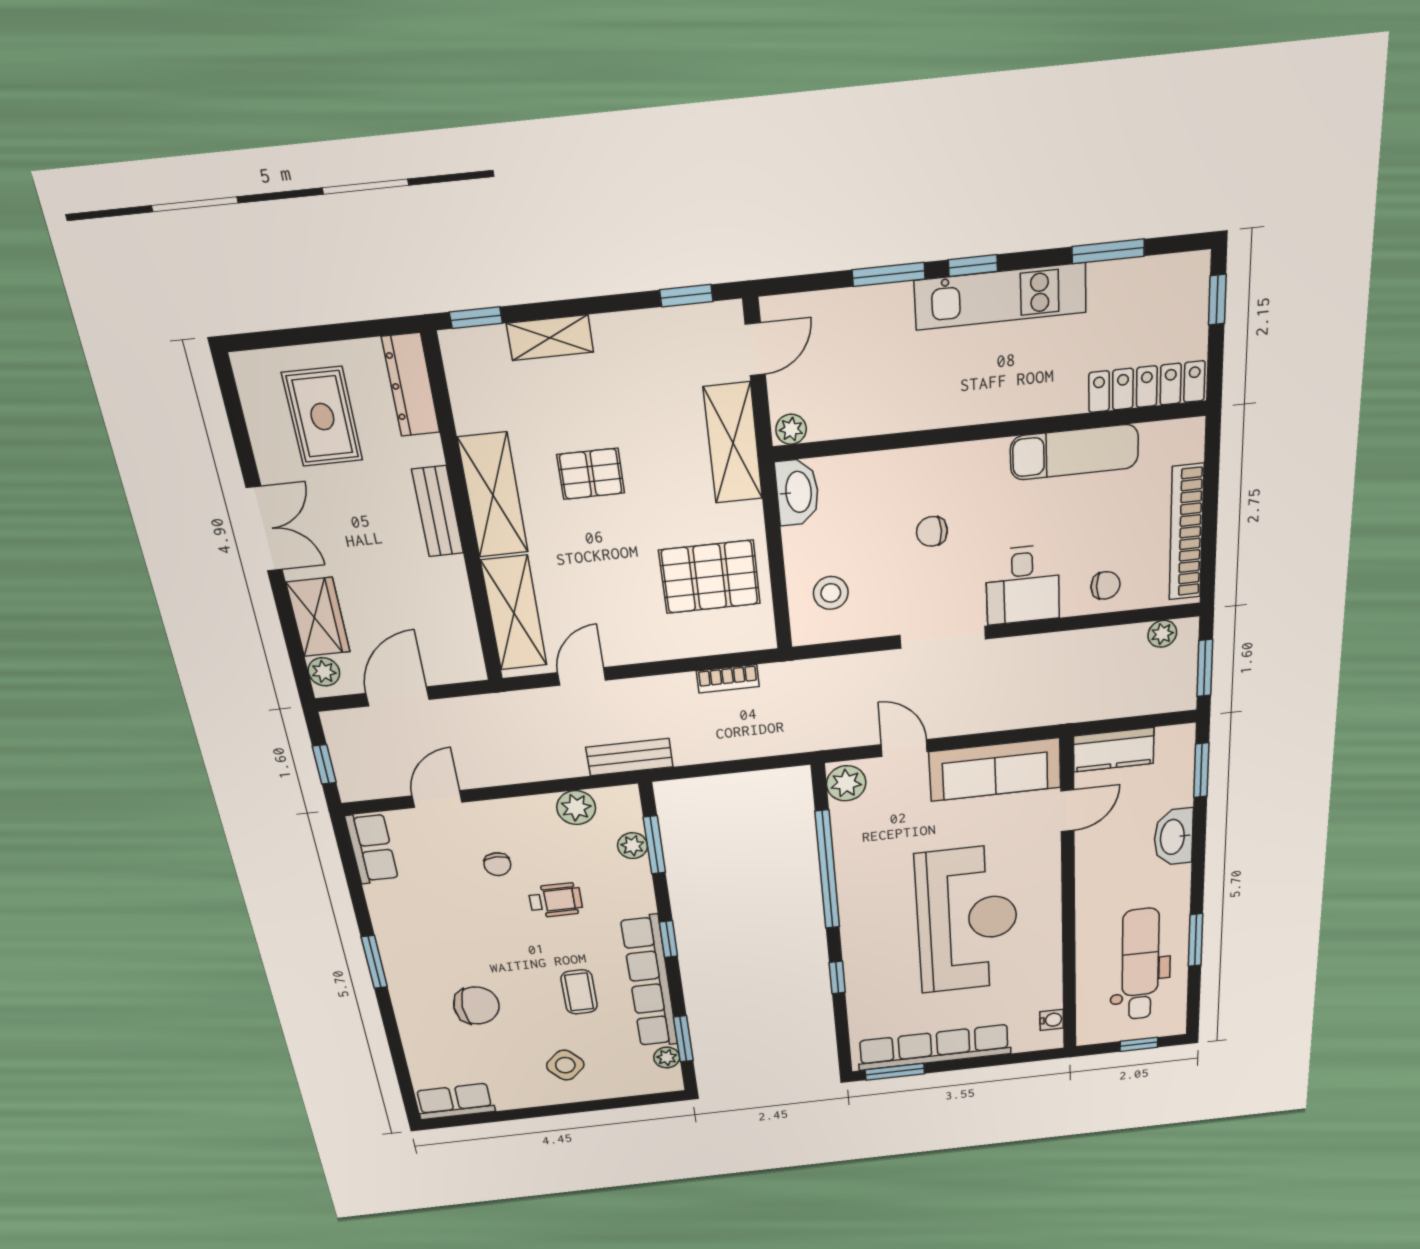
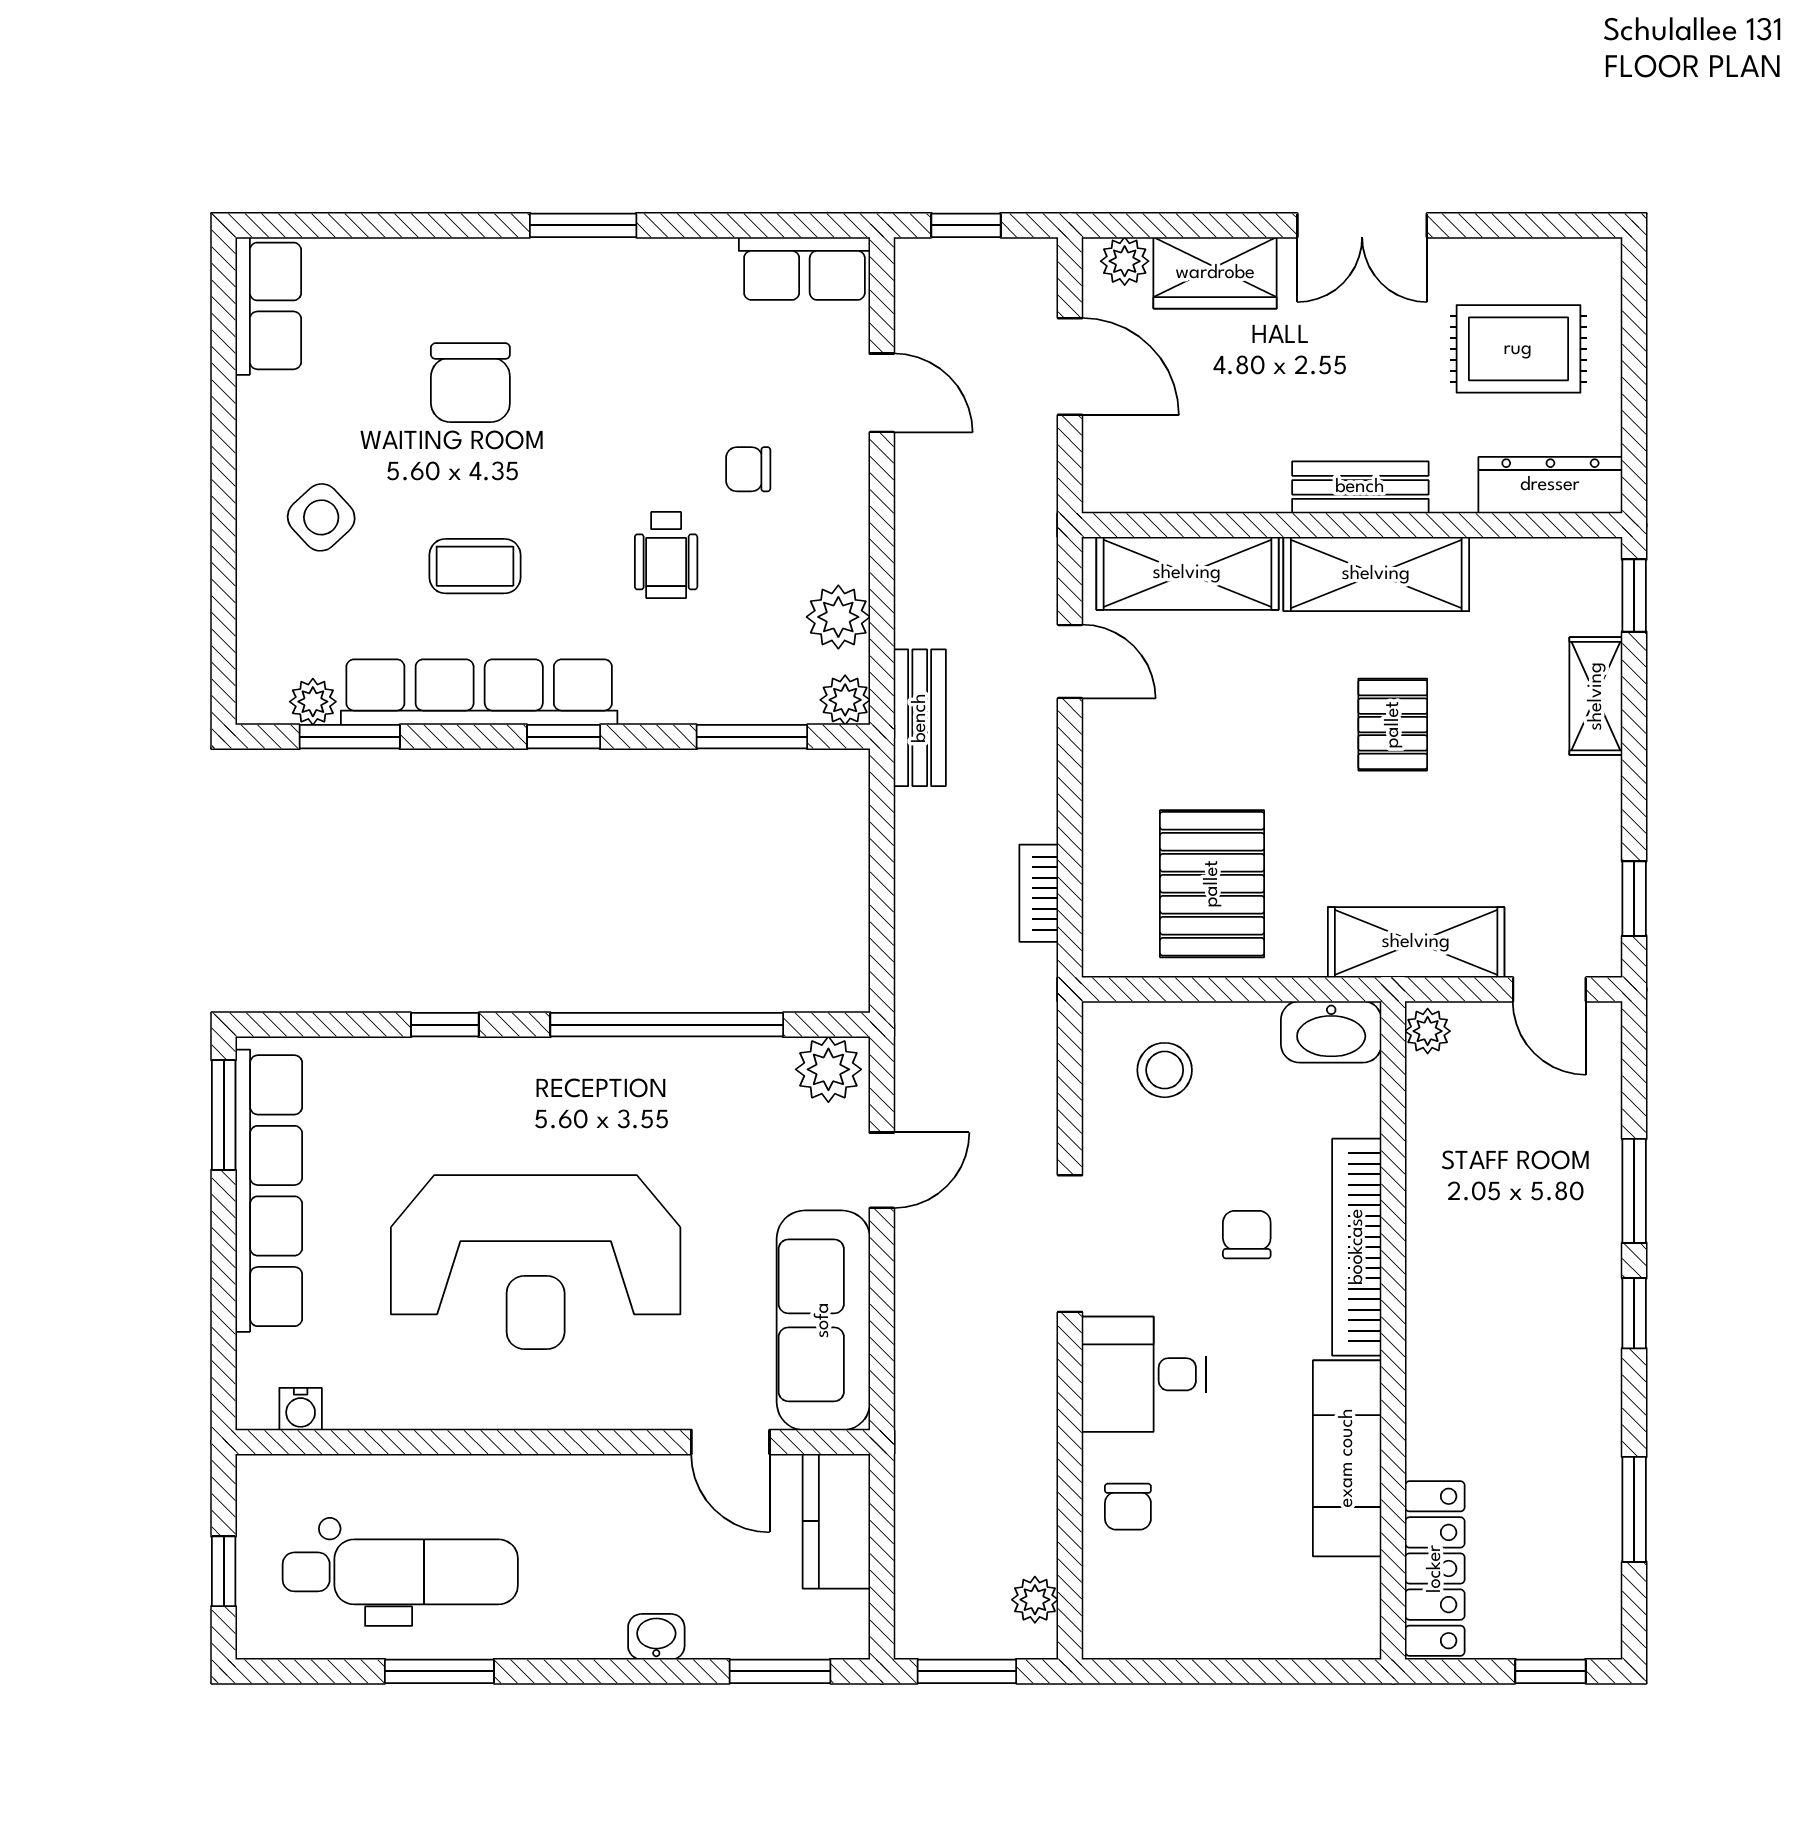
kitchen unit: (1000, 296) -> (1587, 1352), removed
bookcase: (1187, 533) -> (1357, 1247), moved, turned -90
washbasin: (1173, 837) -> (656, 1637), width x0.52, depth x0.69
plant: (633, 846) -> (845, 700), moved

